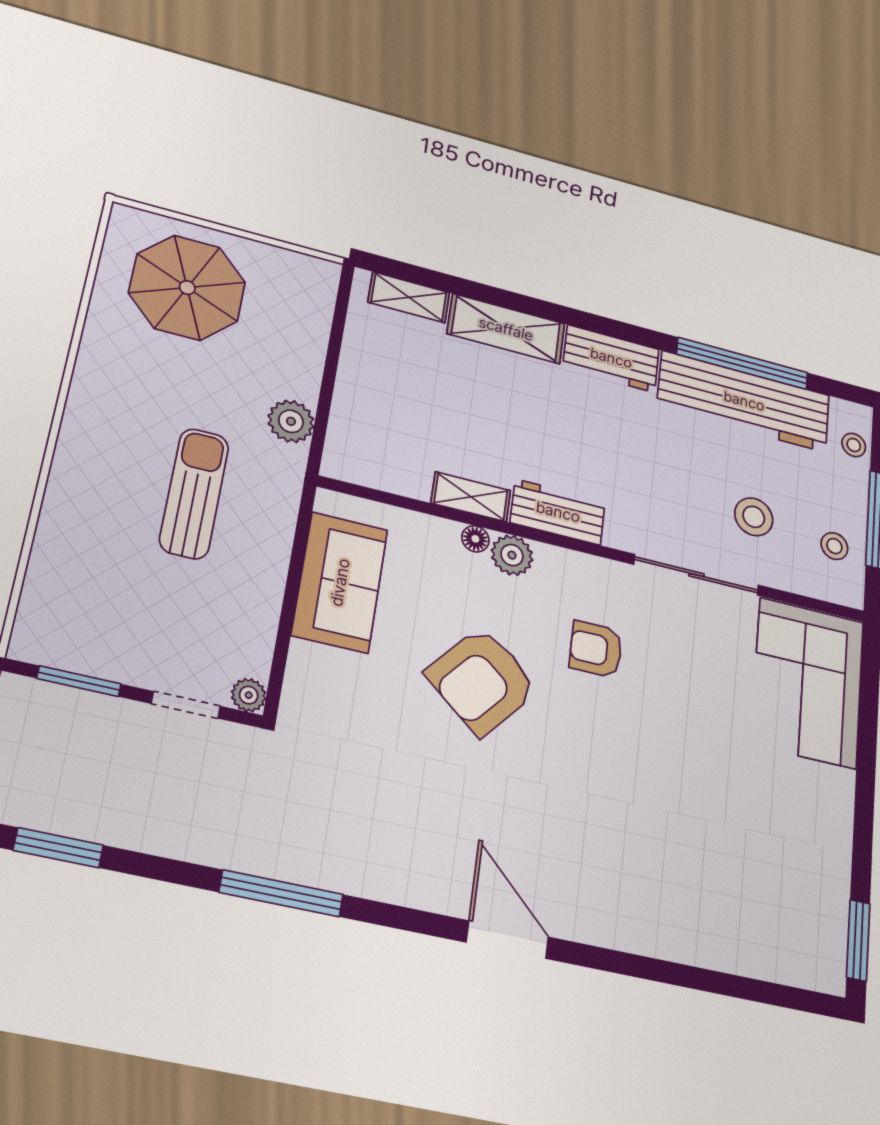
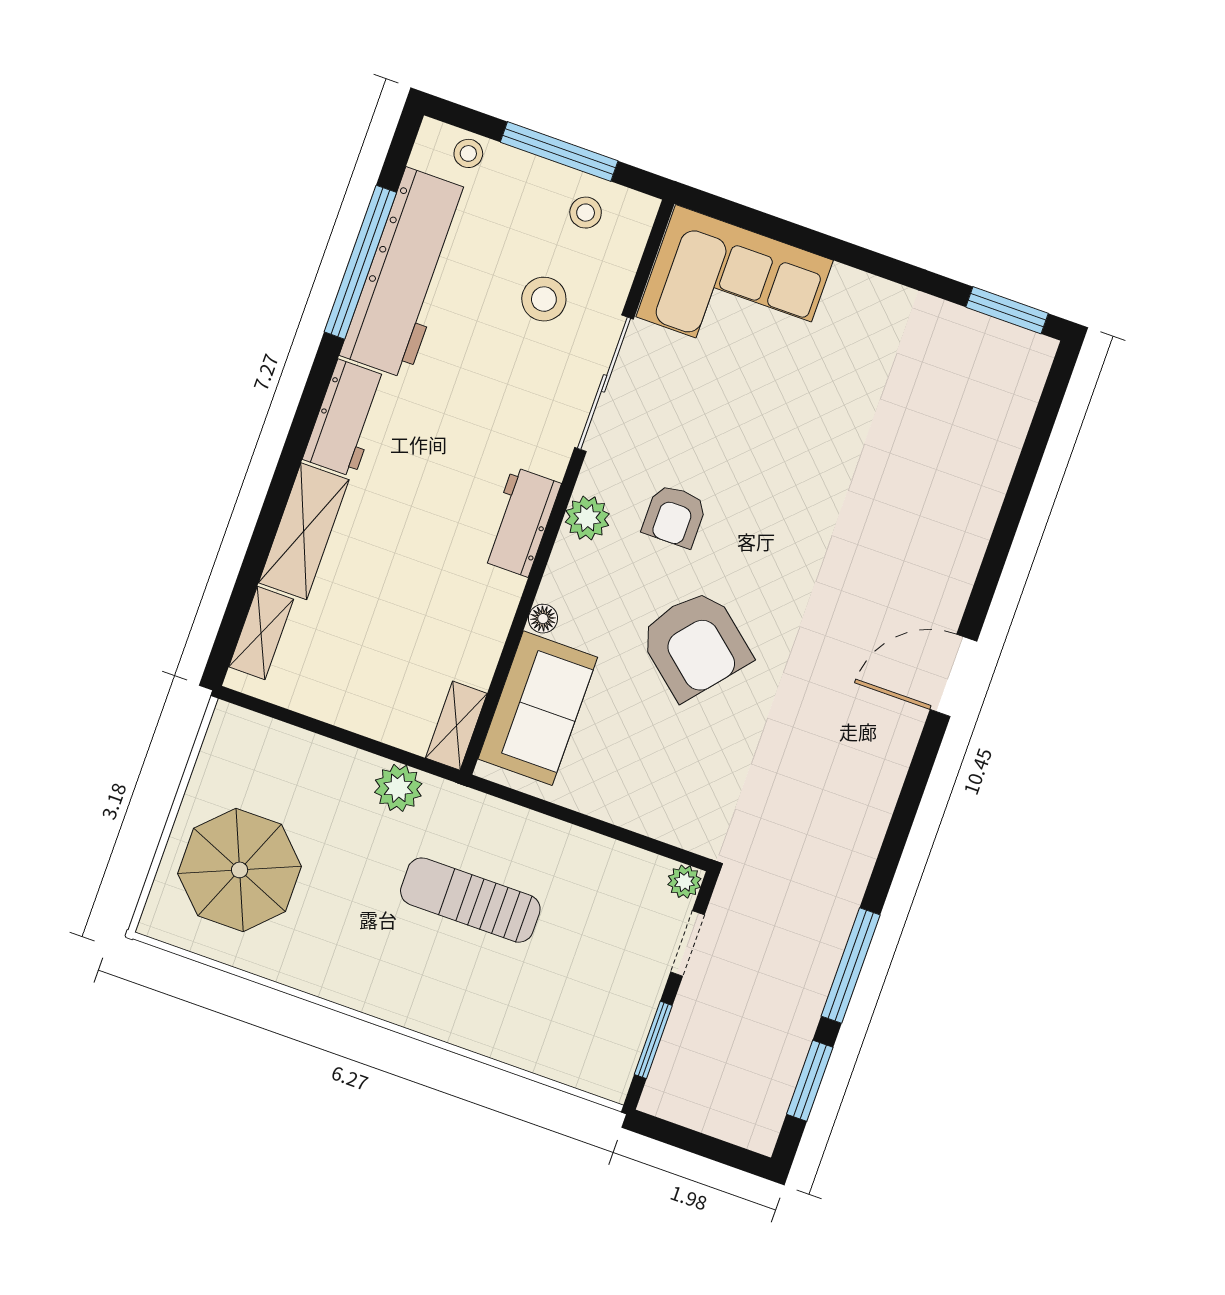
shelving: (471, 497) -> (456, 726), moved
plant: (512, 555) -> (587, 518), moved
sofa: (340, 582) -> (538, 708), moved, turned 90
window: (281, 893) -> (851, 966), moved

